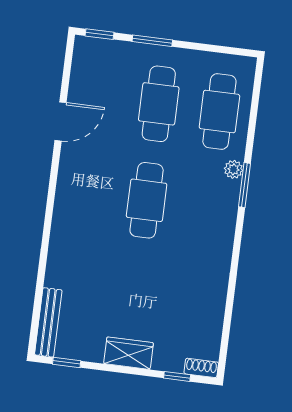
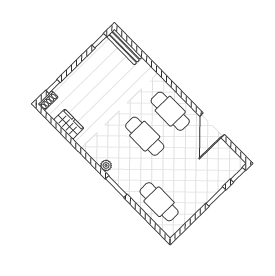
cafe table: (159, 104) -> (170, 111), moved
door: (61, 121) -> (212, 125), width x1.36
plant: (233, 169) -> (106, 165), moved
wardrobe: (129, 353) -> (69, 124), moved, turned -90

